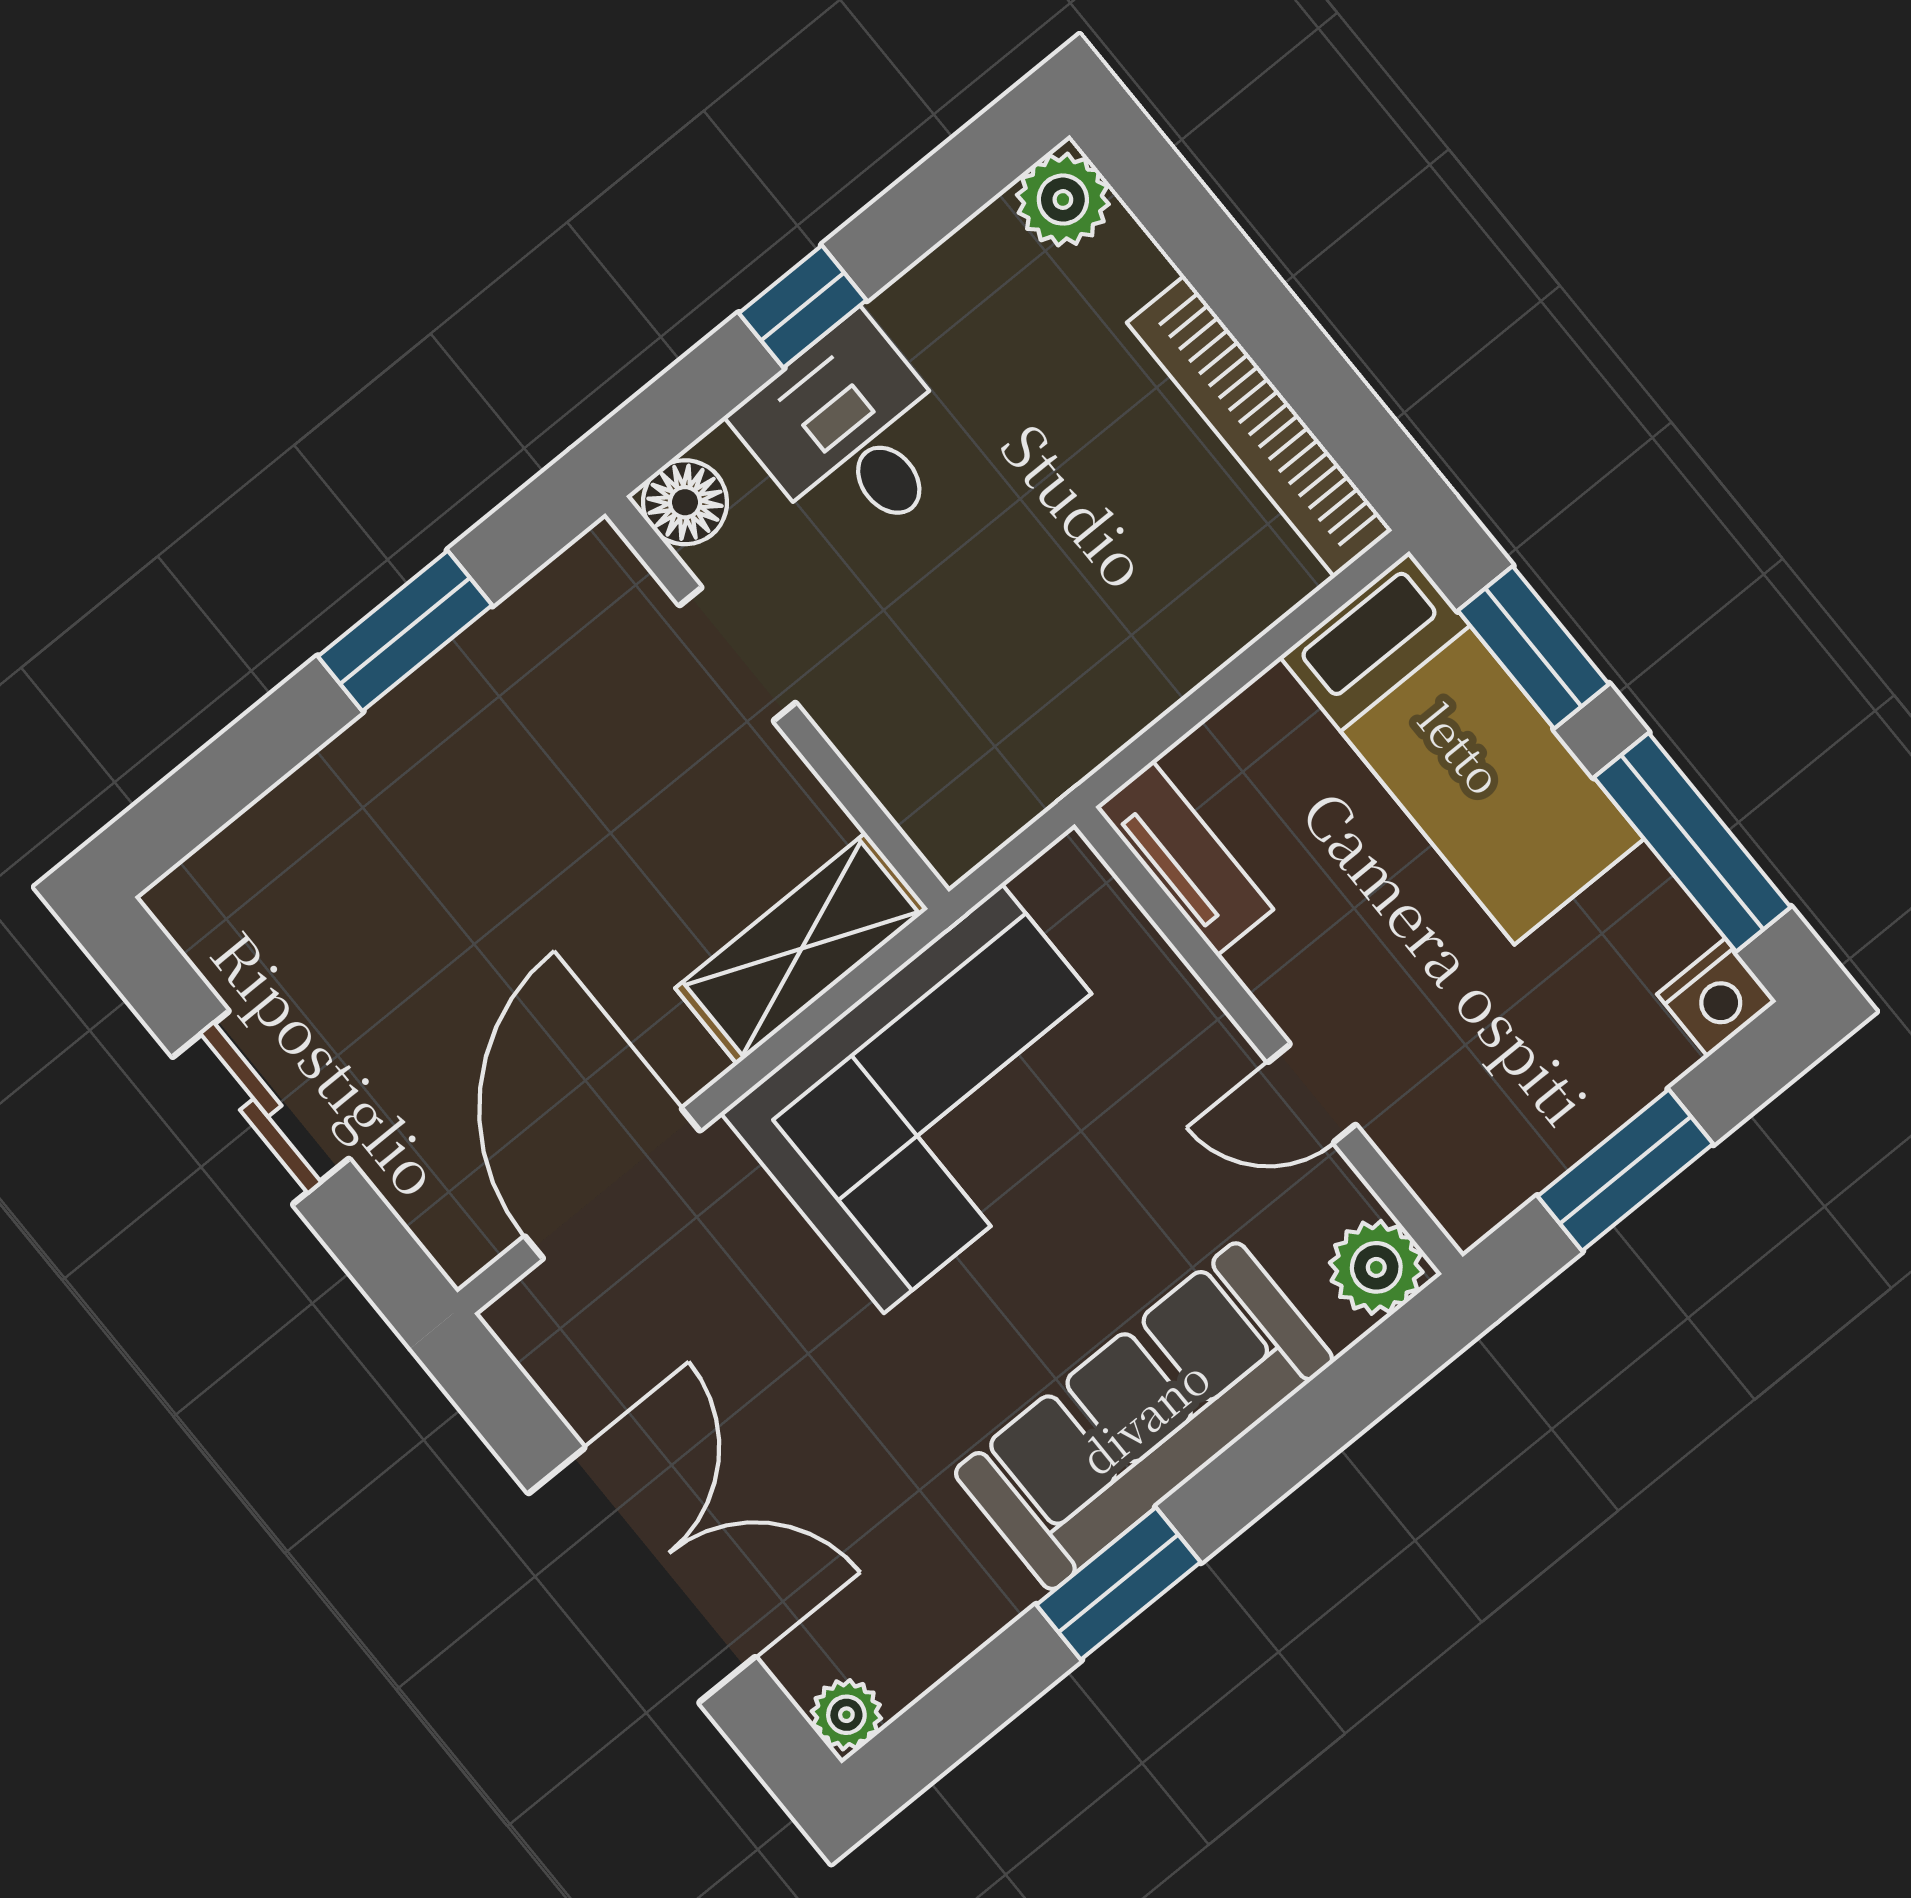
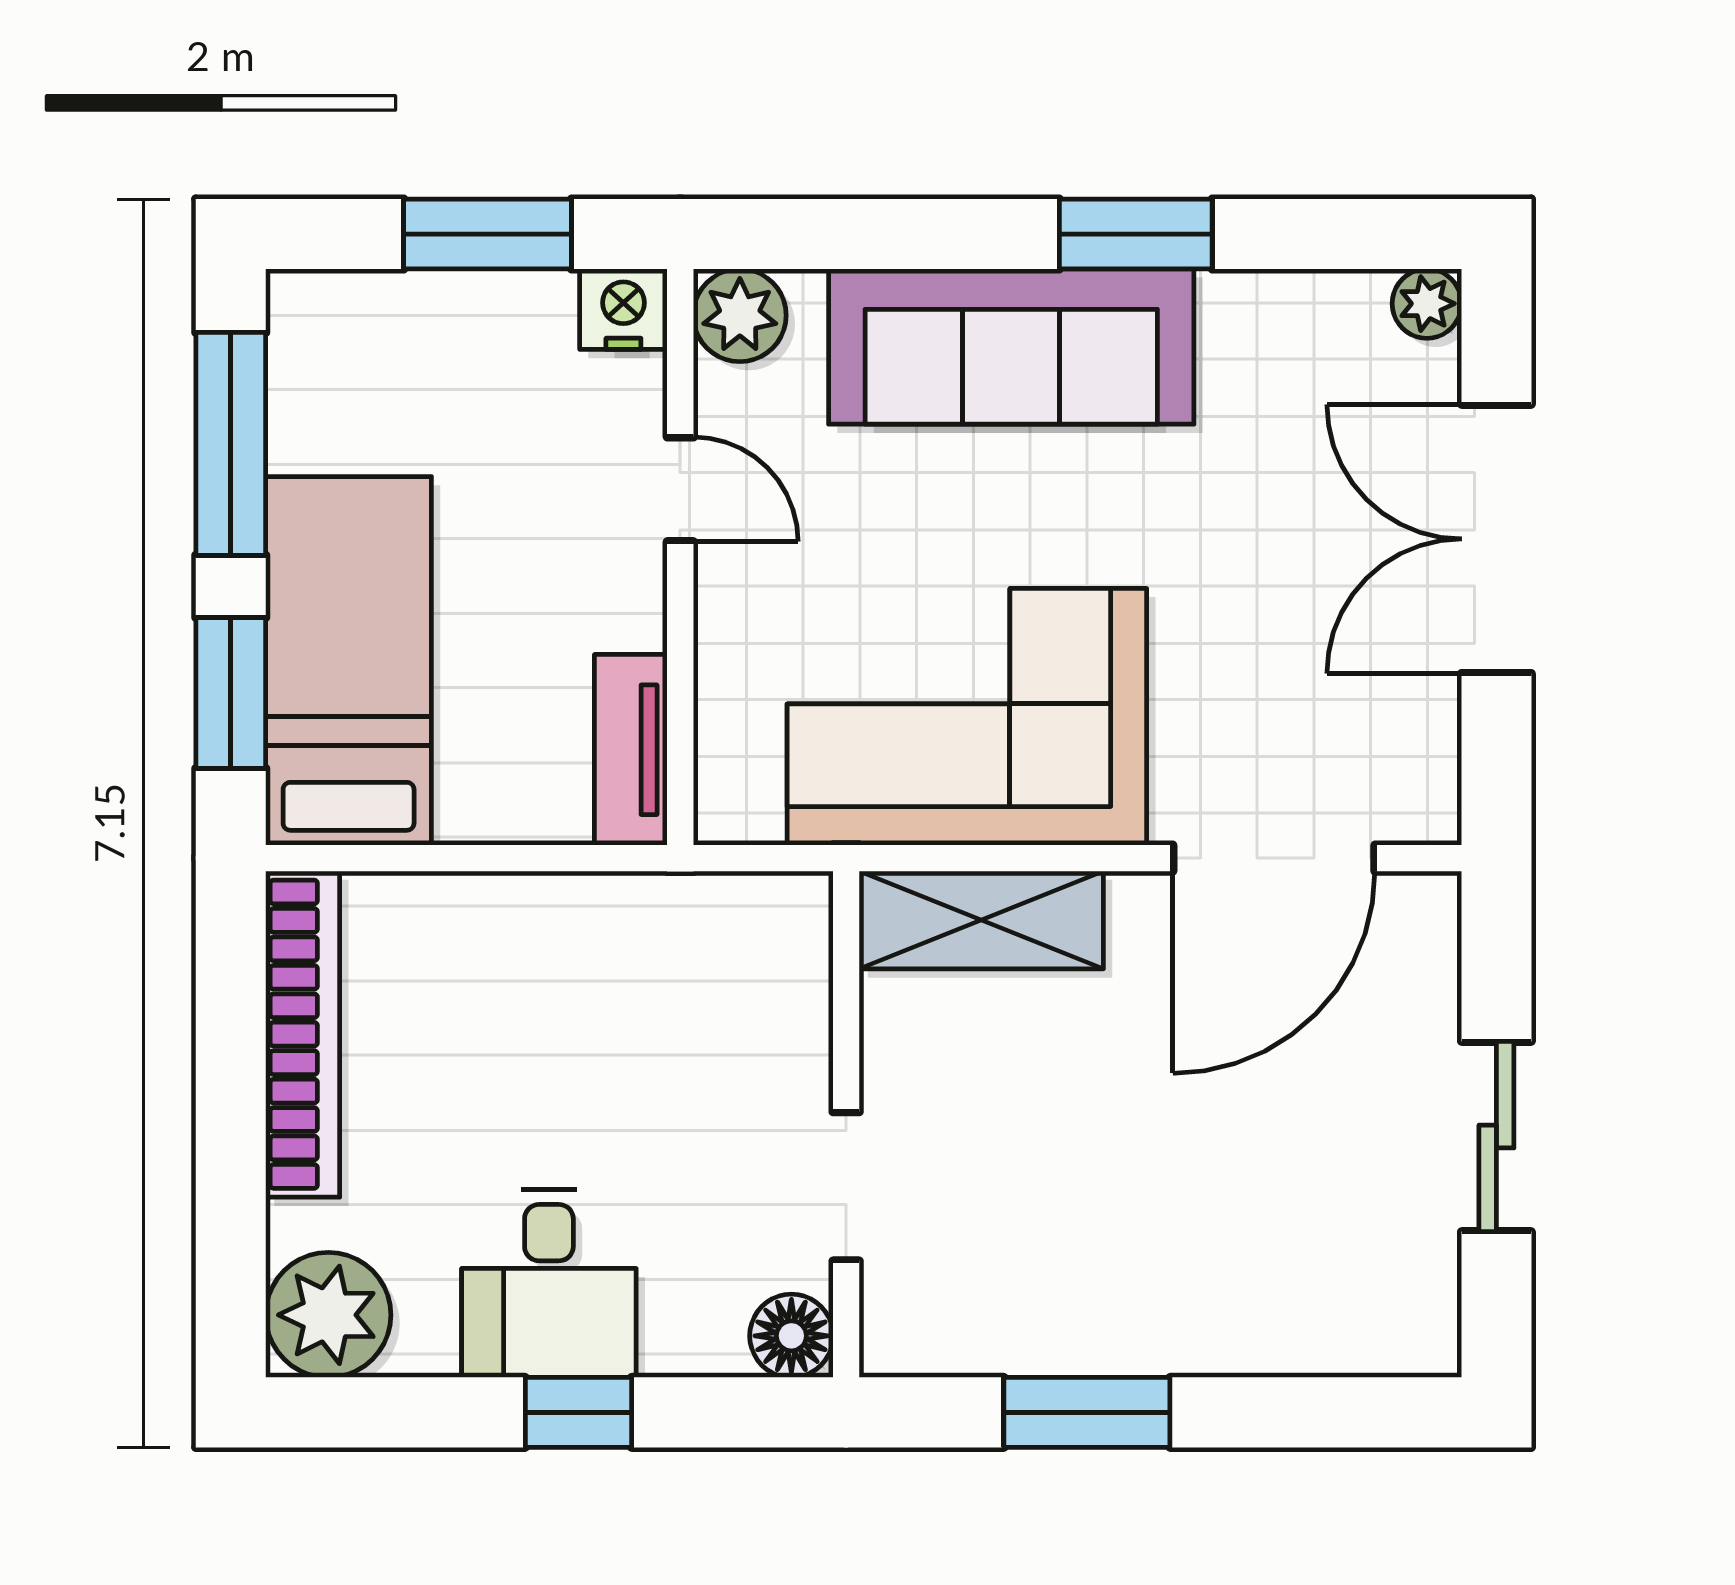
plant: (1063, 200) -> (328, 1315), width x1.36, depth x1.36
desk: (852, 435) -> (549, 1283), moved
nightstand: (1717, 998) -> (623, 309), moved

